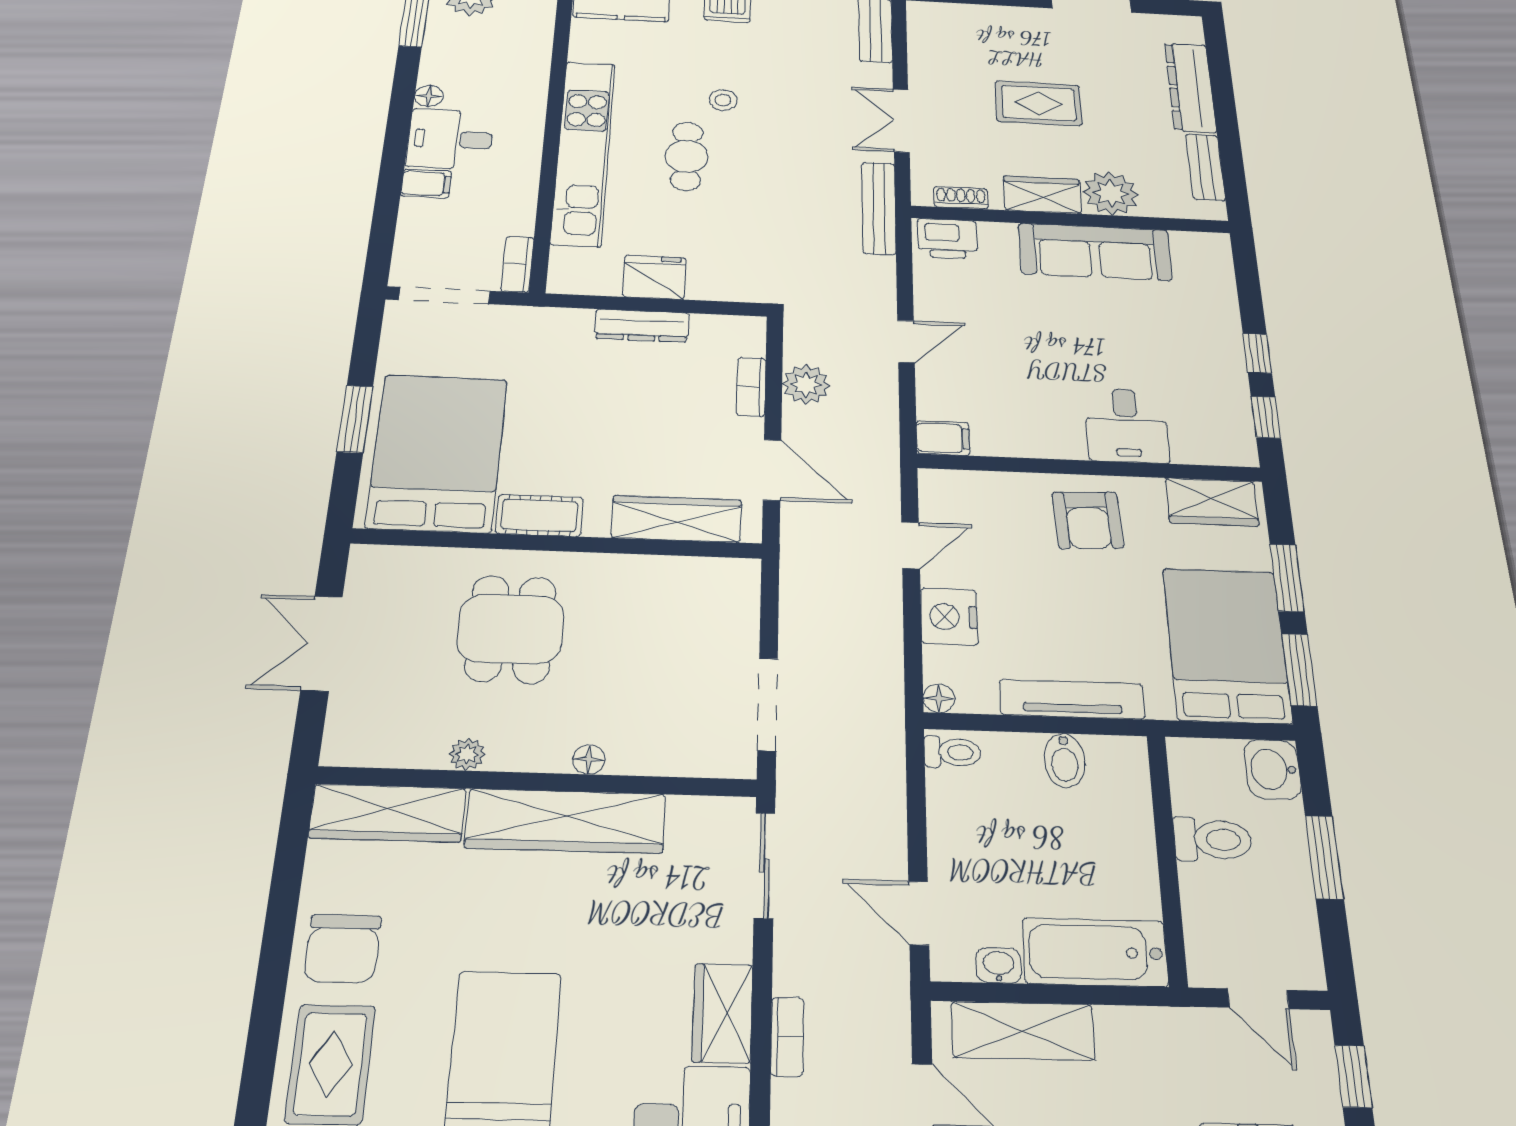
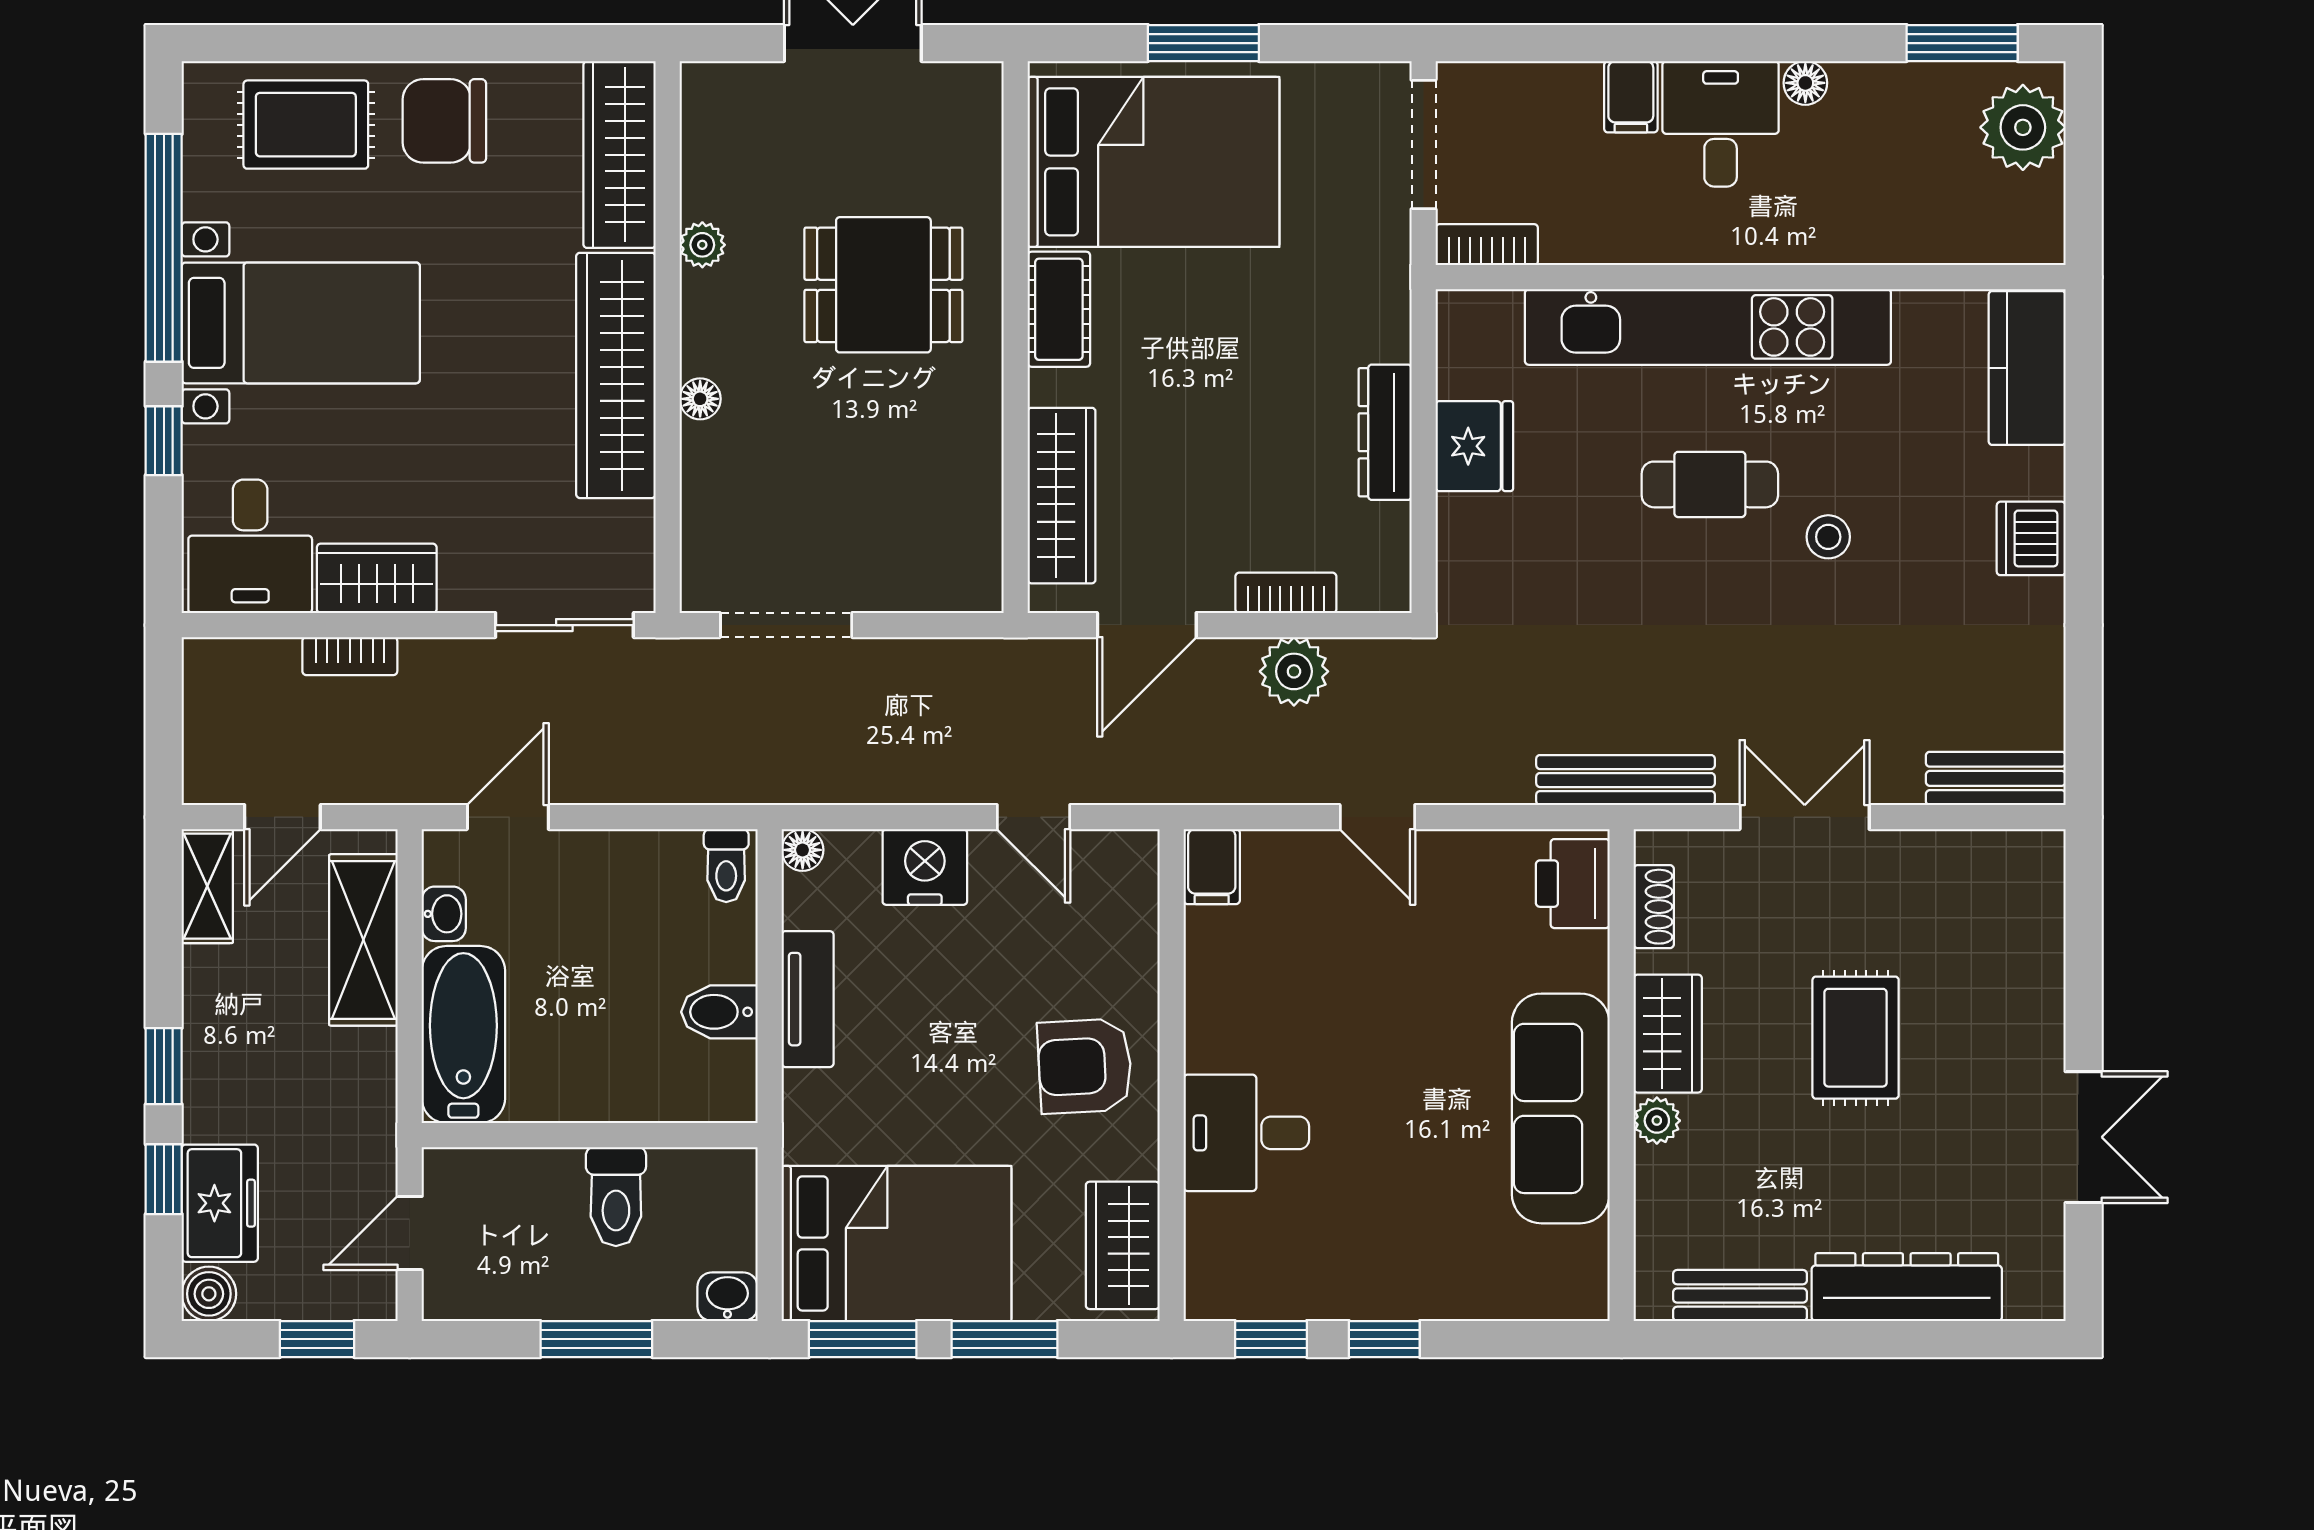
plant: (1111, 193) -> (1657, 1121), width x0.53, depth x0.53
tv unit: (1072, 699) -> (808, 999), width x0.71
washbasin: (1273, 769) -> (727, 1297), width x0.72, depth x0.69

